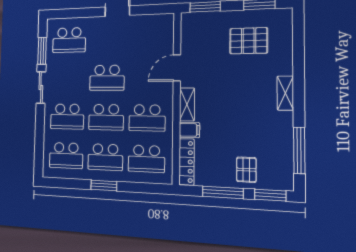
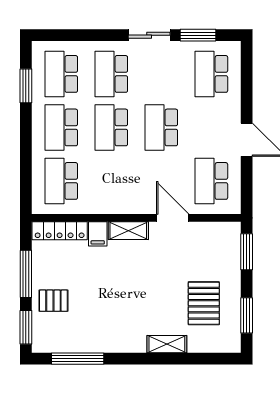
shelving: (285, 93) -> (167, 344), moved
school desk: (147, 118) -> (211, 181), moved
window: (104, 185) -> (26, 86), moved

